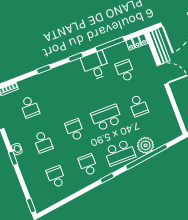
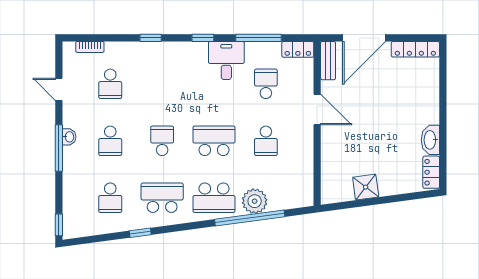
bench: (159, 46) -> (328, 61), width x0.73
window: (13, 158) -> (59, 148), width x2.17
school desk: (88, 165) -> (162, 198), width x1.85
school desk: (56, 177) -> (110, 198), turned 180
window: (107, 178) -> (140, 233), moved

